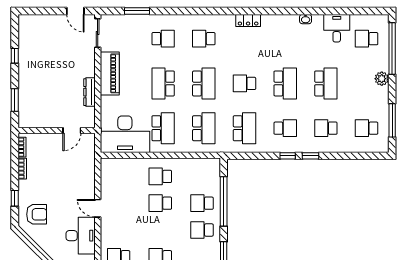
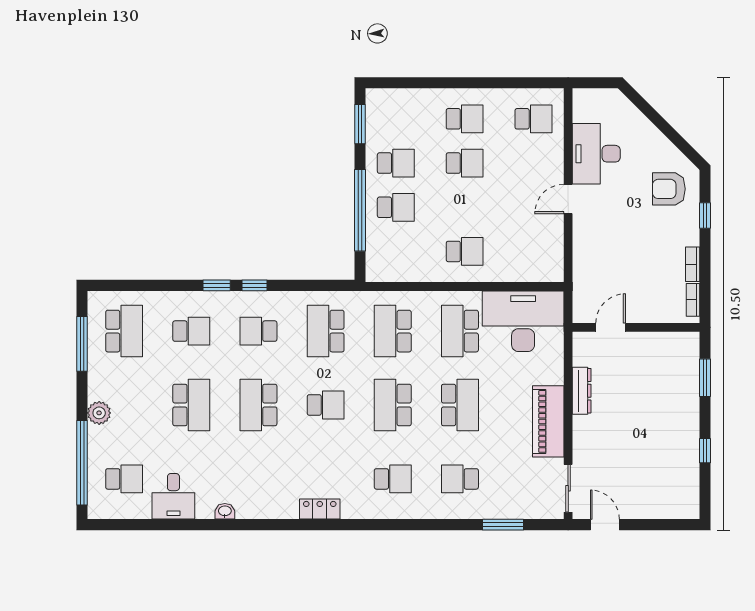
school desk: (326, 83) -> (191, 405), turned 180
school desk: (367, 128) -> (124, 331), width x1.85
school desk: (160, 203) -> (465, 163), moved
door: (98, 208) -> (568, 199), swing flipped

